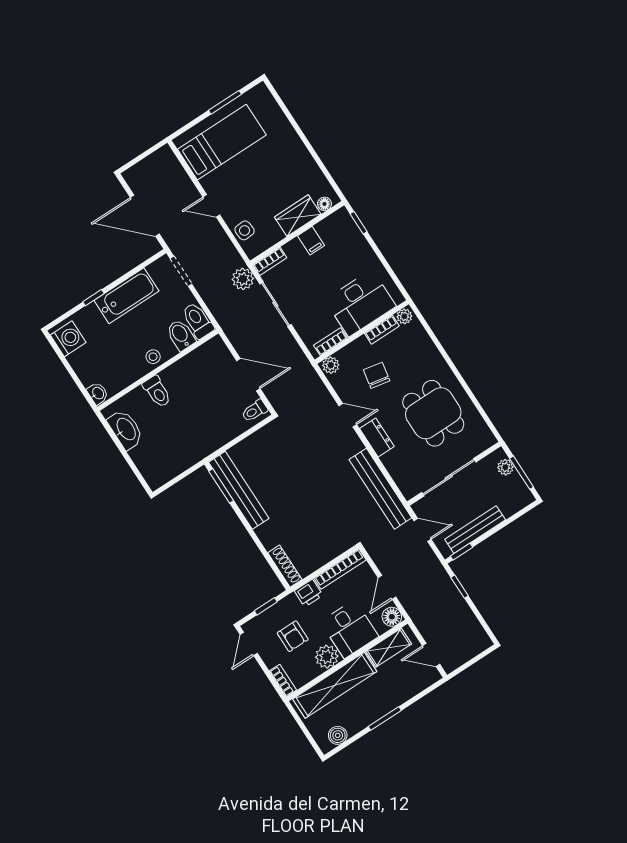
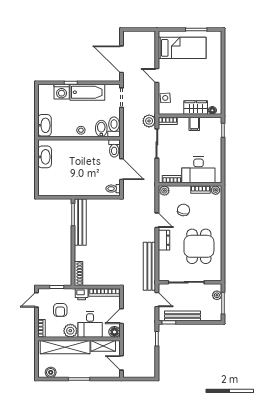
washing machine: (68, 339) -> (62, 92), moved, turned 90
toilet: (157, 392) -> (114, 148), moved
washbasin: (98, 393) -> (45, 125), width x1.91, depth x1.45

